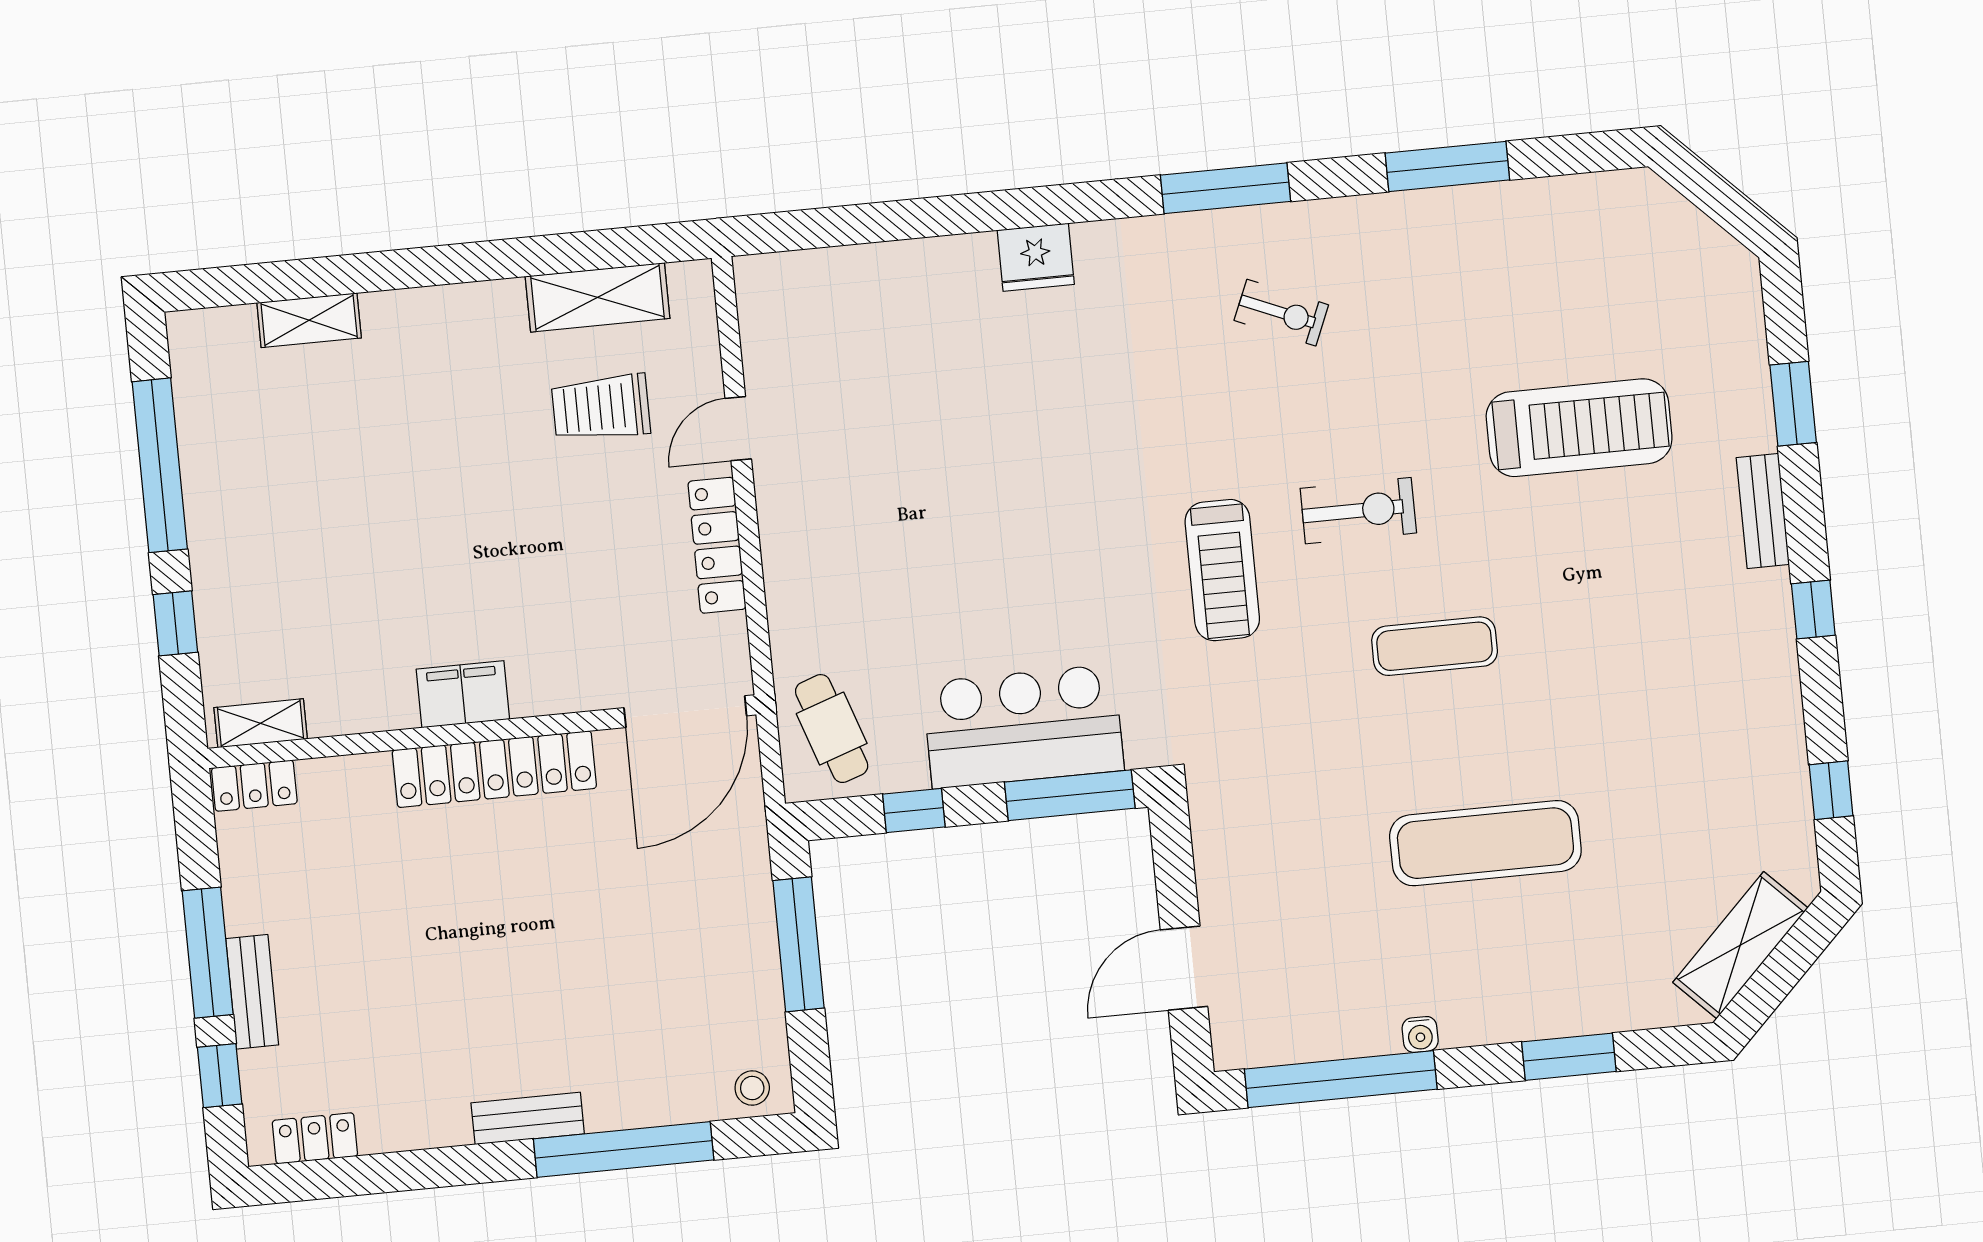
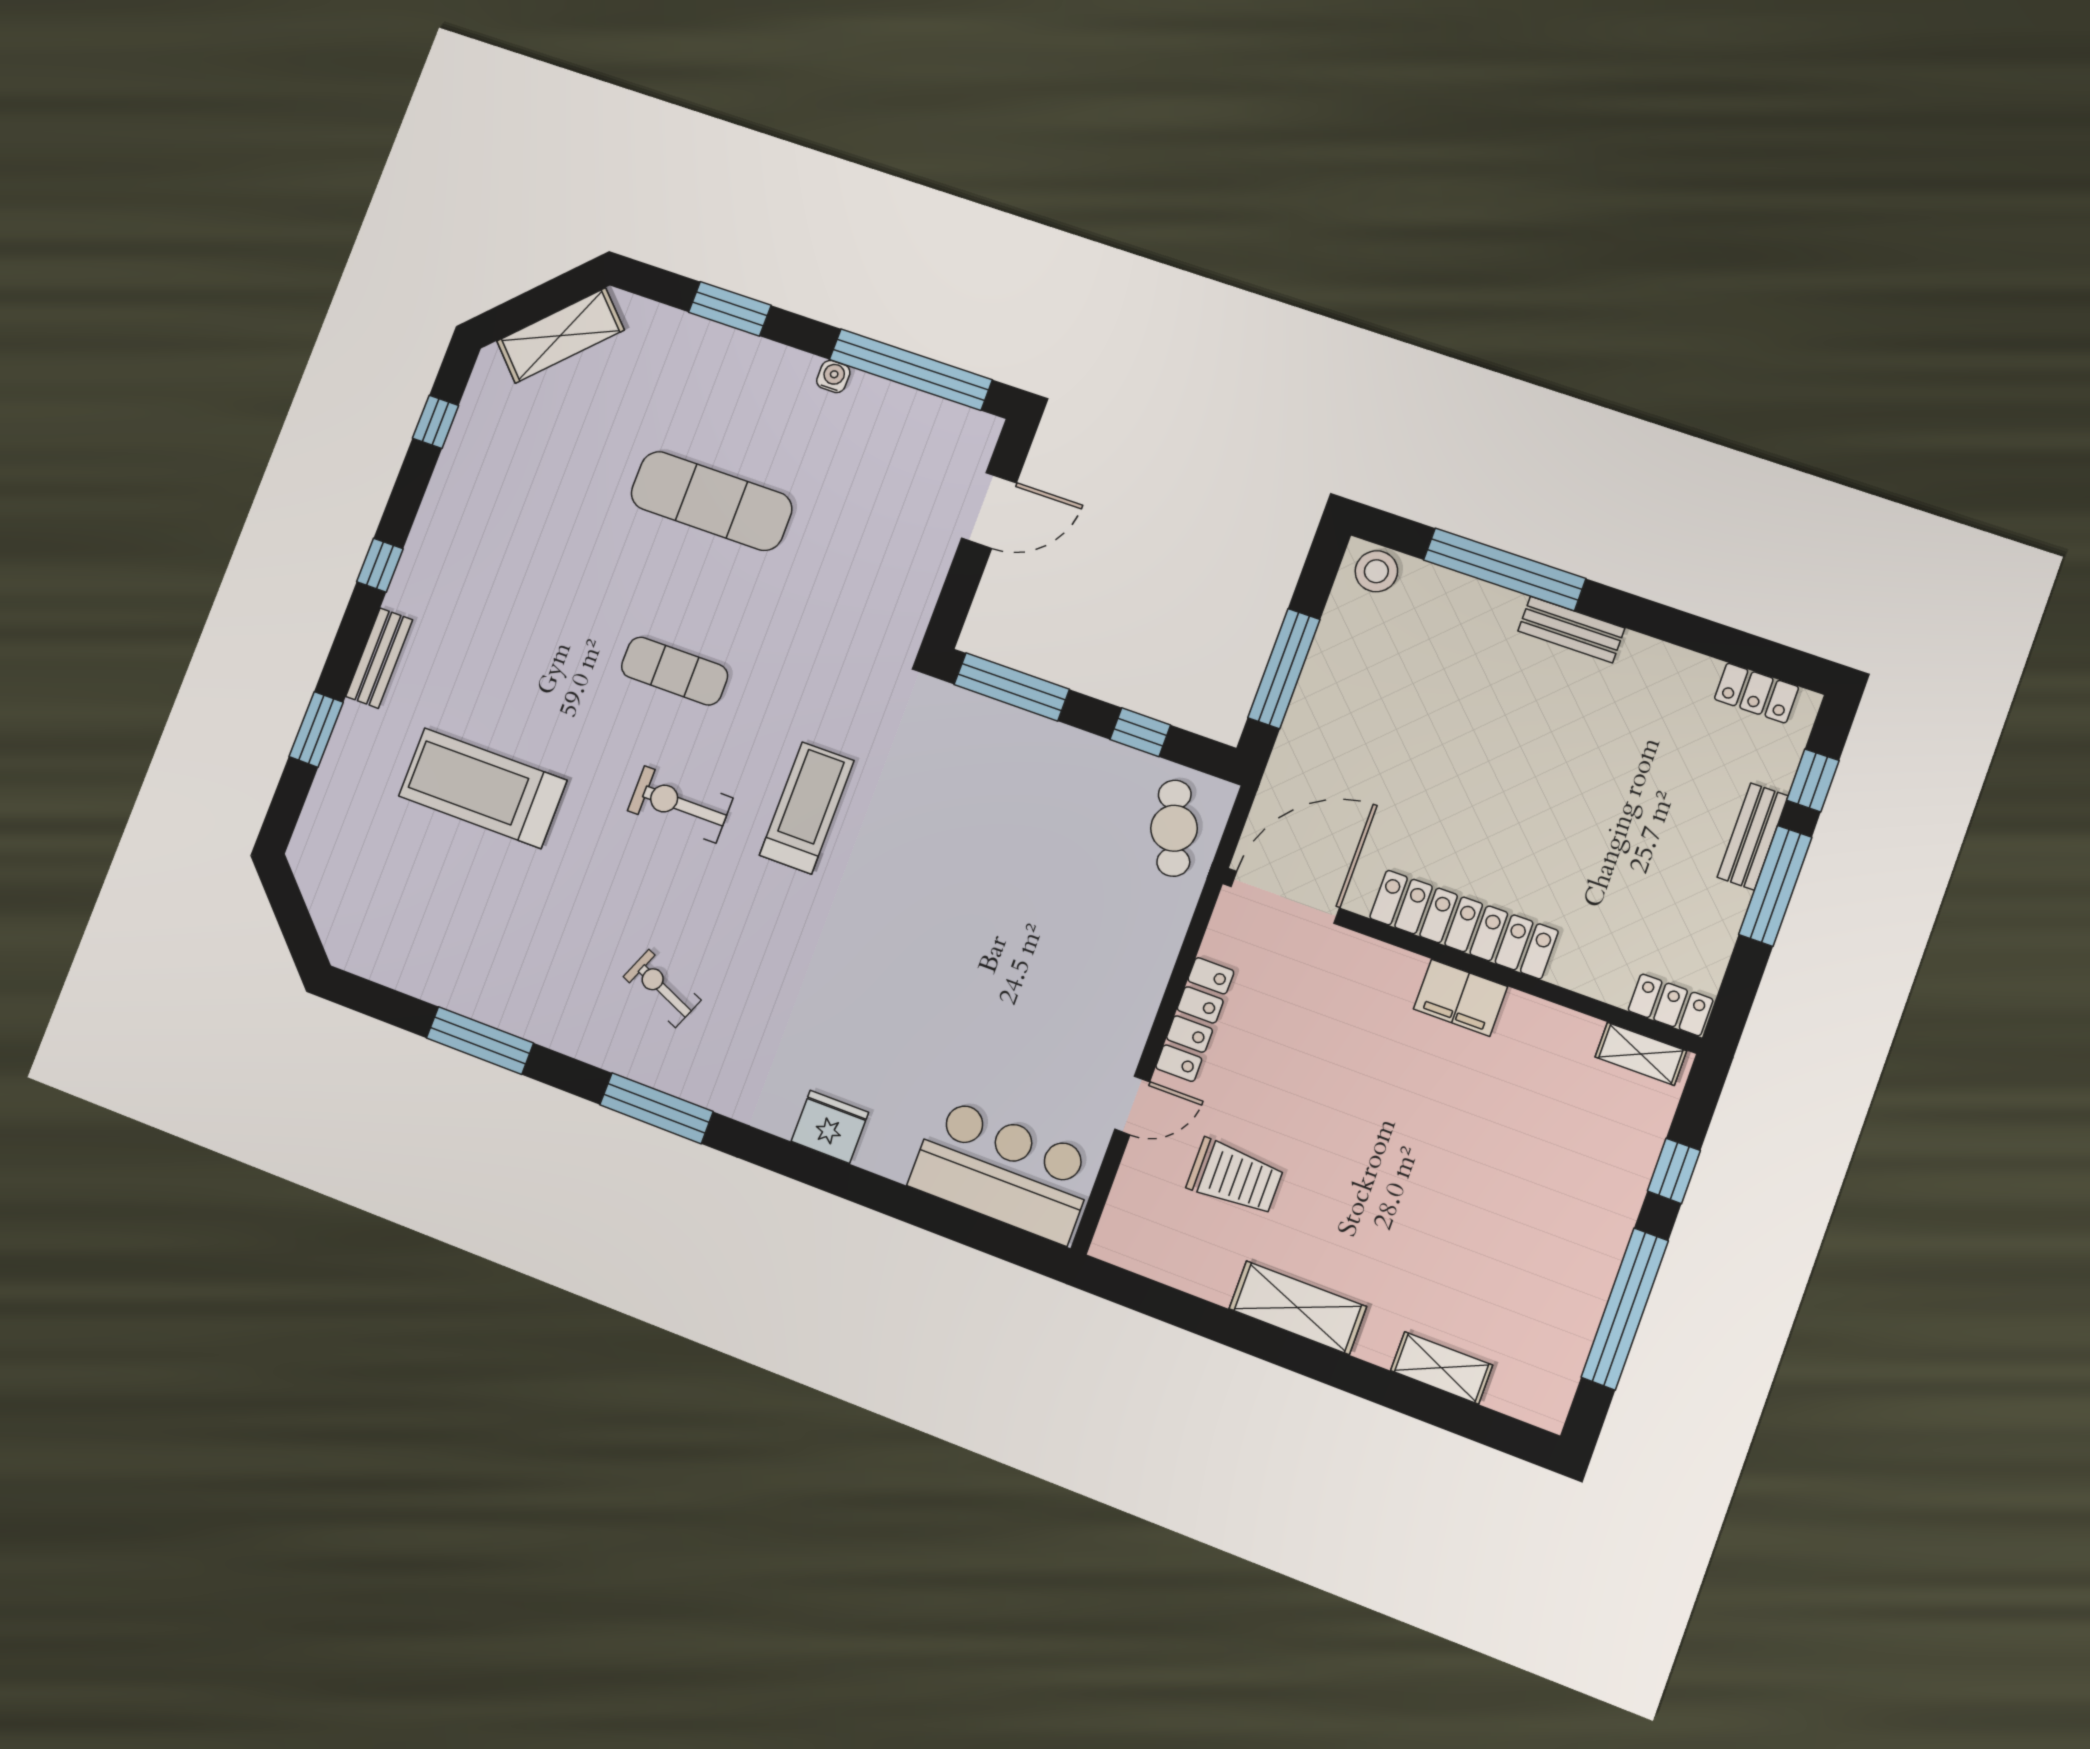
shelving: (598, 297) -> (1298, 1308), moved
bar counter: (1023, 726) -> (1003, 1171), moved, turned 180
stool: (752, 1088) -> (1376, 571), width x1.37, depth x1.37

